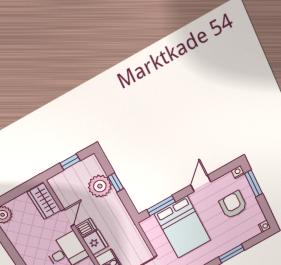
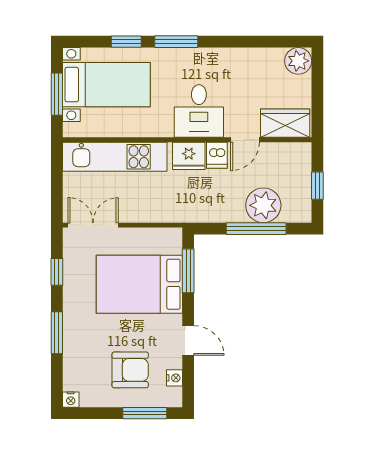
nightstand: (238, 172) -> (175, 378), moved
window: (116, 182) -> (256, 229), width x2.17
door: (68, 218) -> (245, 140), hinge flipped

